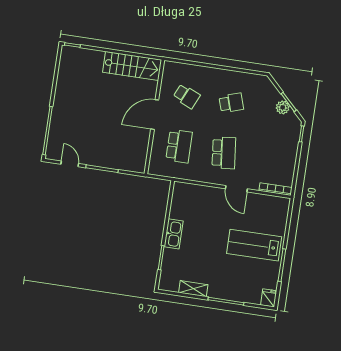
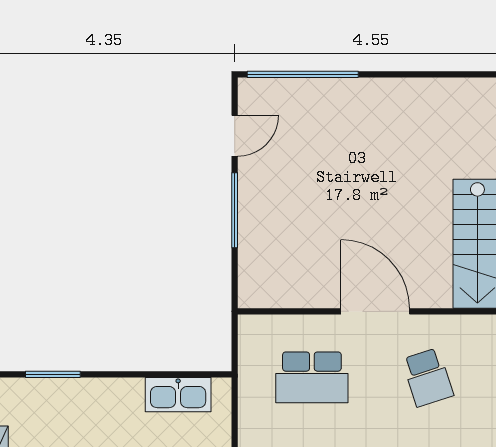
school desk: (187, 96) -> (428, 377), turned -42
kitchen sink: (174, 234) -> (178, 395), moved

